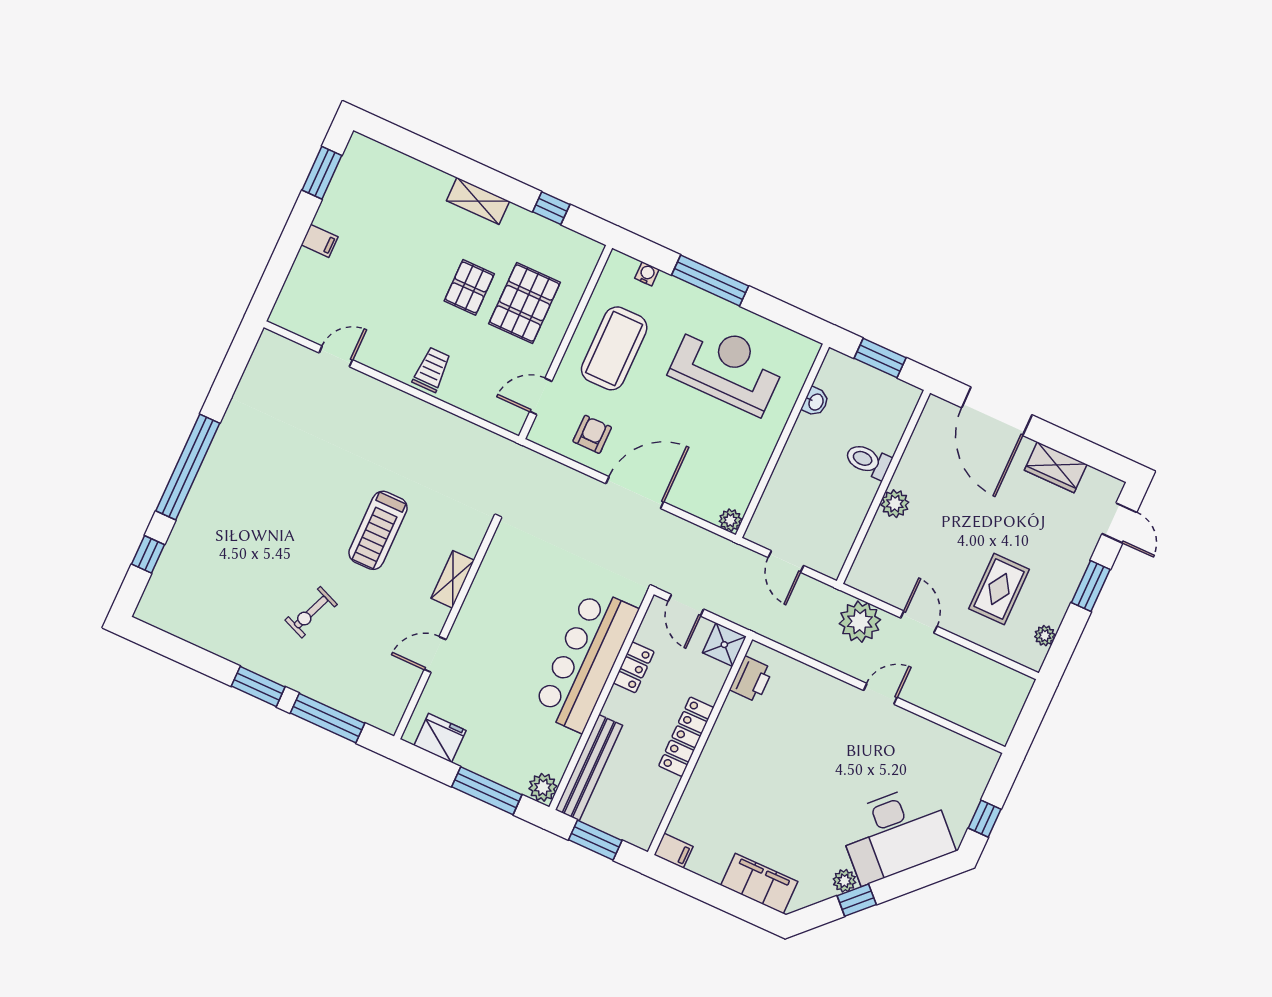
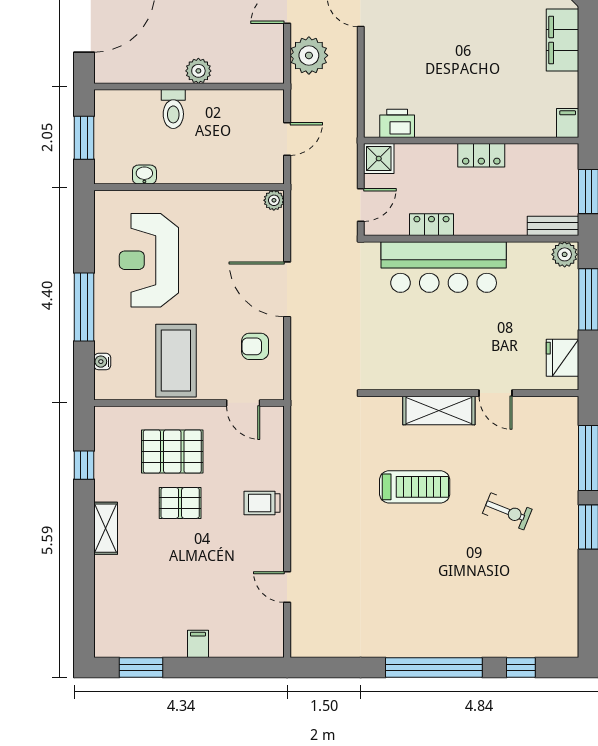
coffee table: (614, 348) -> (176, 361), turned 90
shelving: (453, 579) -> (439, 411), width x1.50, depth x1.33
locker: (686, 737) -> (481, 155), width x0.66
bench: (589, 768) -> (553, 226), width x0.54, depth x0.82

